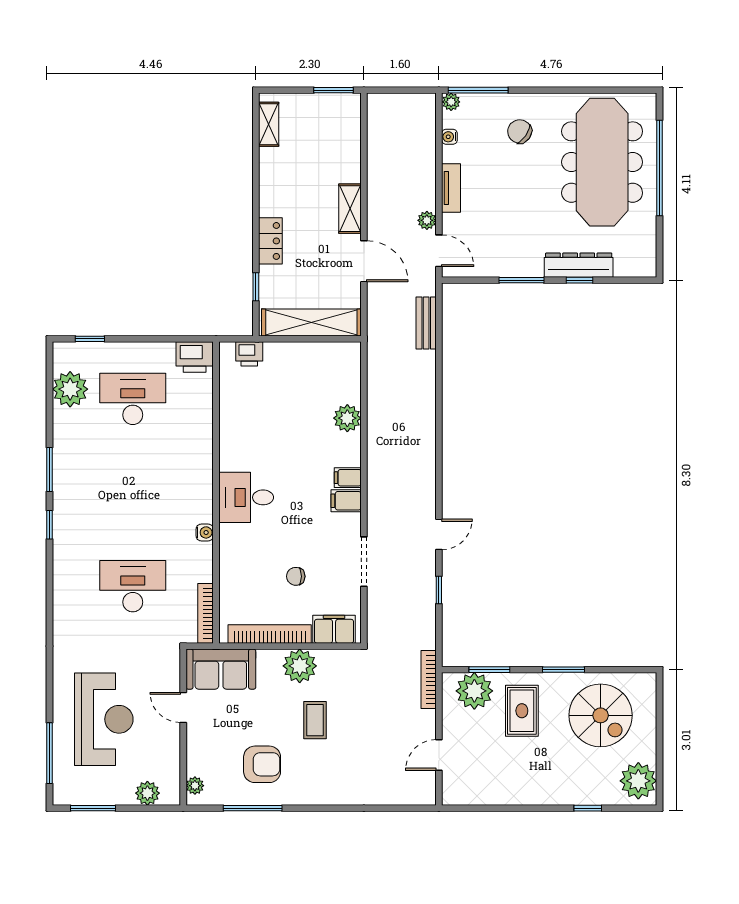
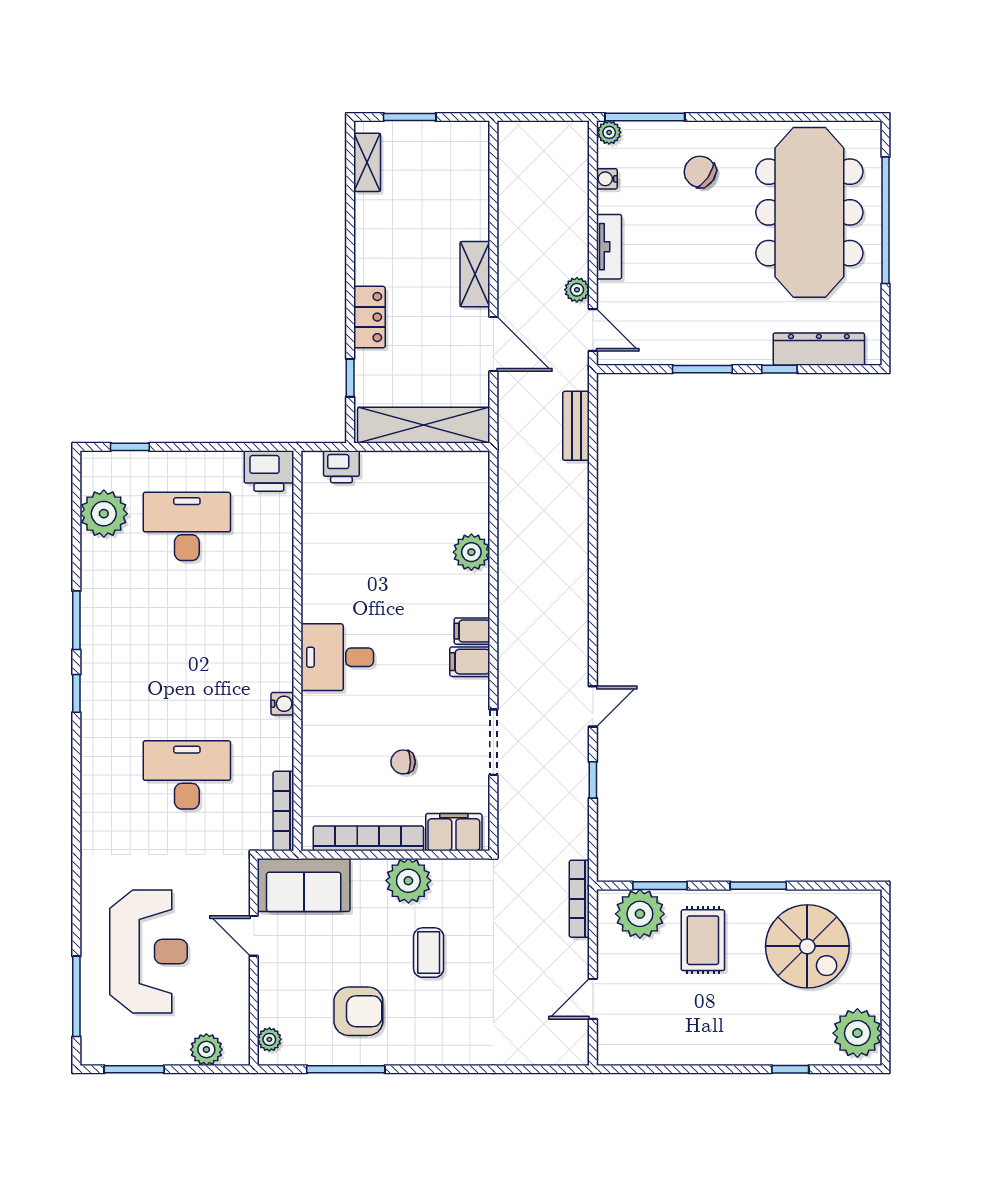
window: (333, 90) -> (410, 117), moved
dresser: (579, 265) -> (819, 349), moved

